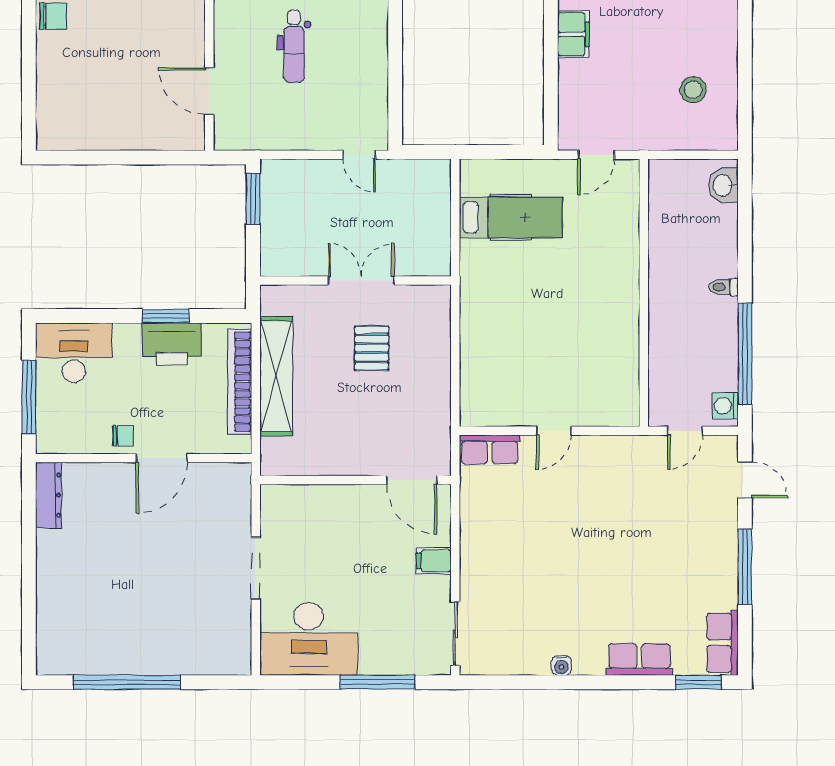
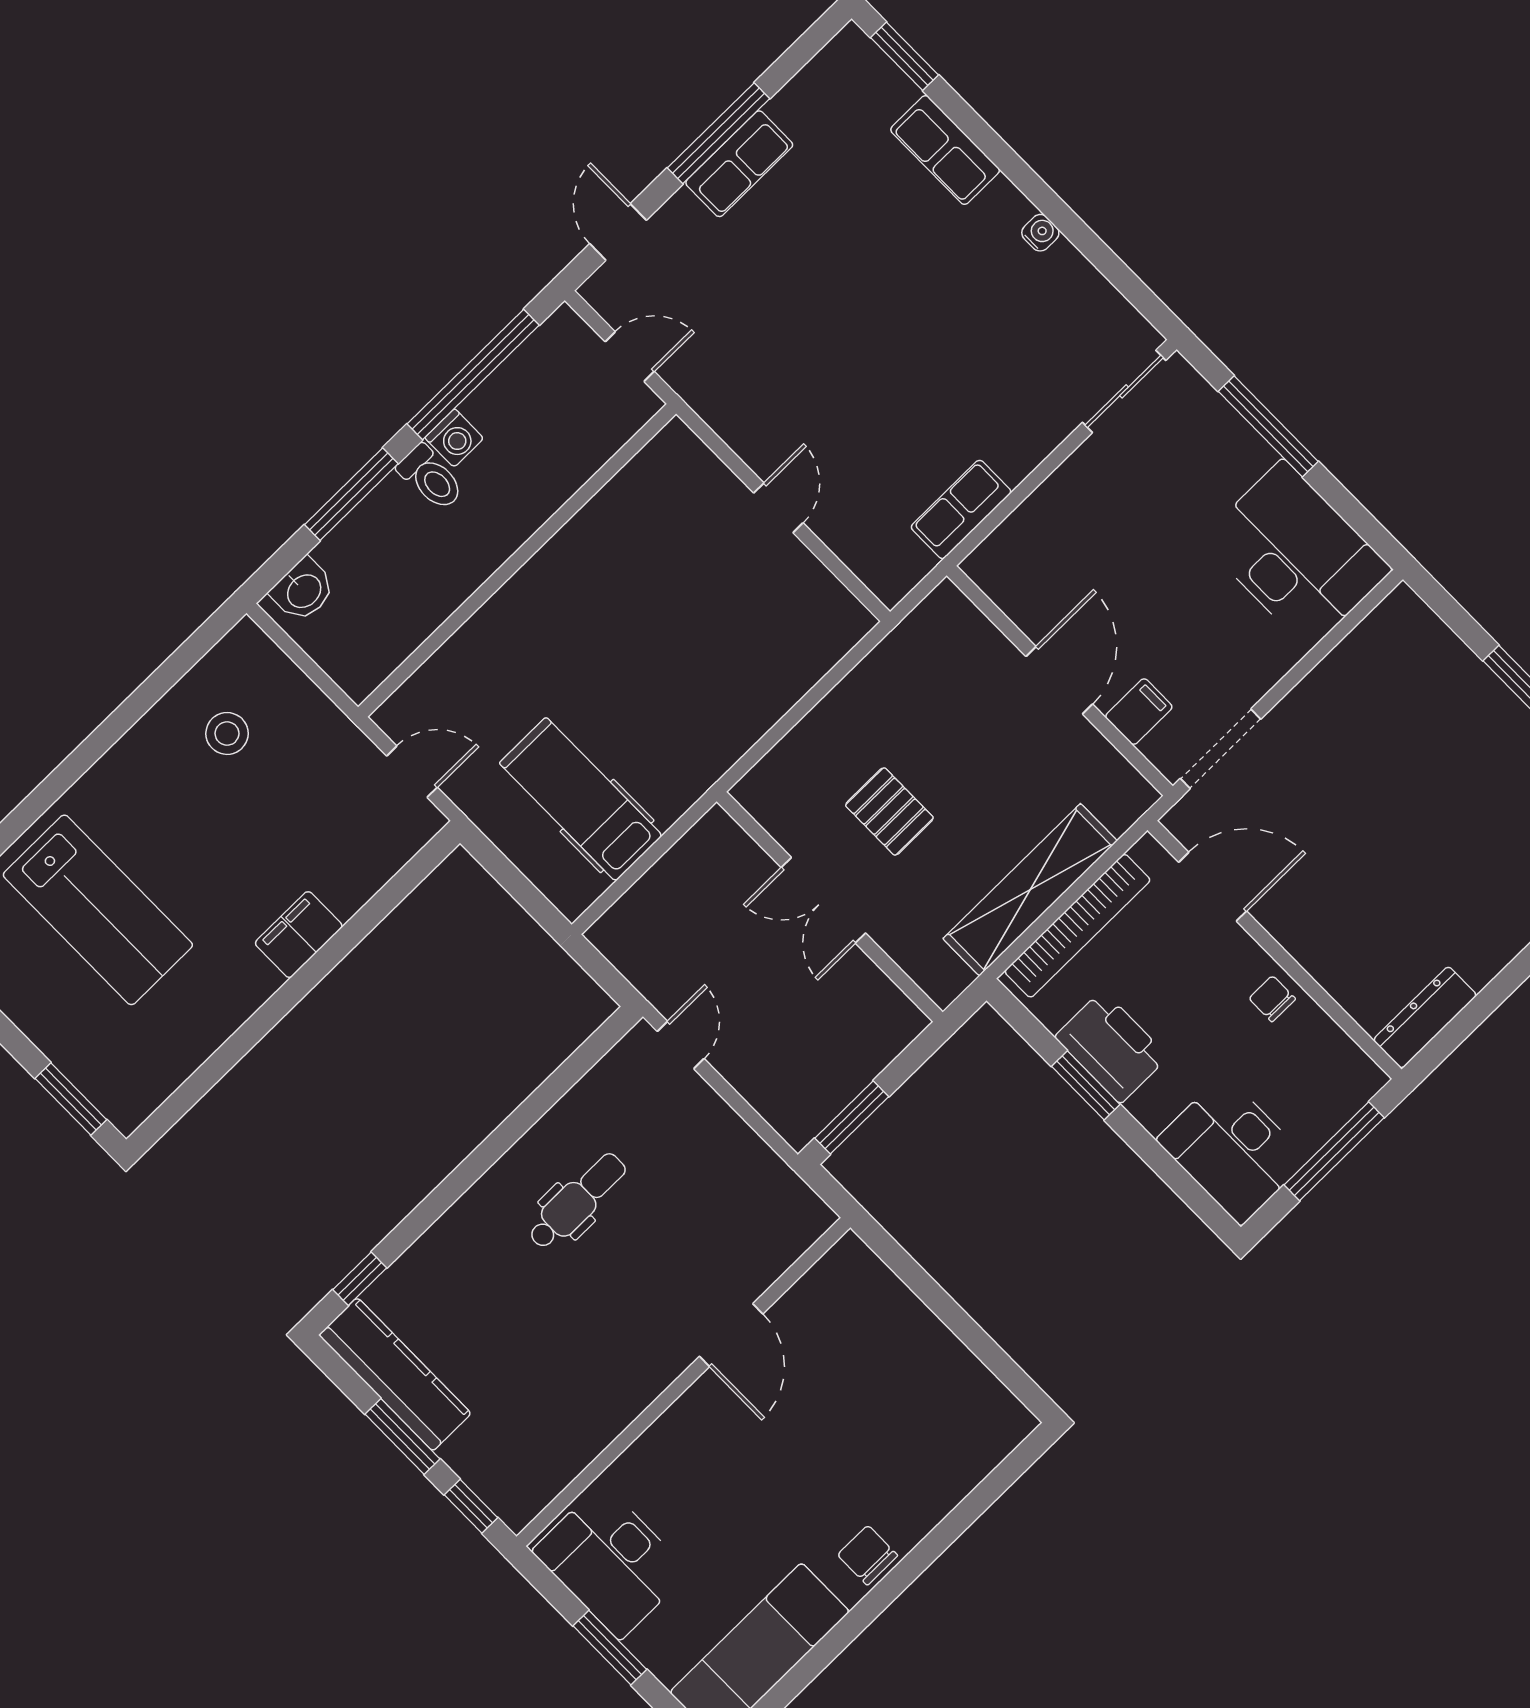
dental chair: (294, 46) -> (577, 1201), moved
door: (209, 91) -> (731, 1335), moved
window: (745, 248) -> (351, 494), added
toilet: (723, 287) -> (431, 478), width x1.37, depth x1.39
pallet: (372, 348) -> (889, 811), turned 90
washing machine: (725, 406) -> (454, 438), moved
door: (554, 431) -> (778, 508), hinge flipped
row of seats: (490, 449) -> (961, 509), moved, turned -90
door: (162, 458) -> (1213, 887), moved
door: (412, 480) -> (1059, 680), moved
filing cabinet: (434, 561) -> (1139, 712), moved, turned -90
doorway: (256, 568) -> (1221, 749), moved
row of seats: (722, 643) -> (739, 164), moved

